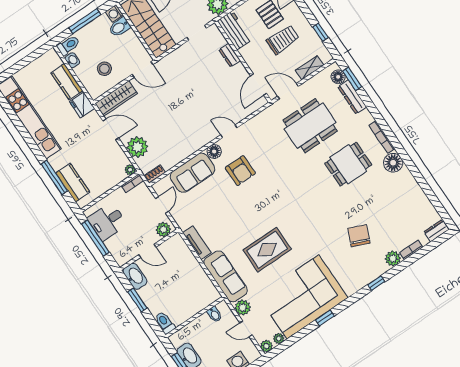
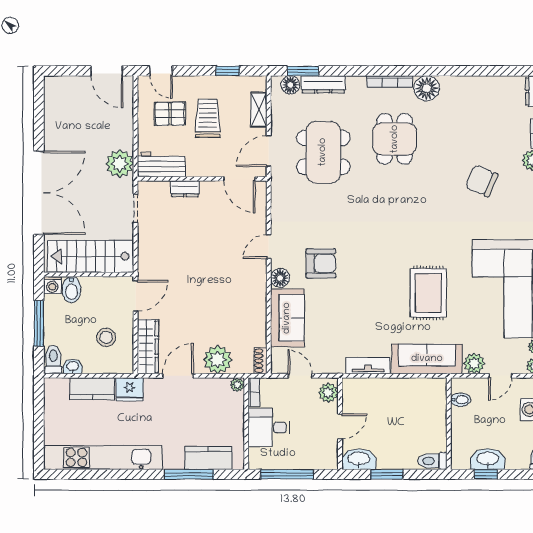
desk: (107, 221) -> (269, 427), moved, turned 90

